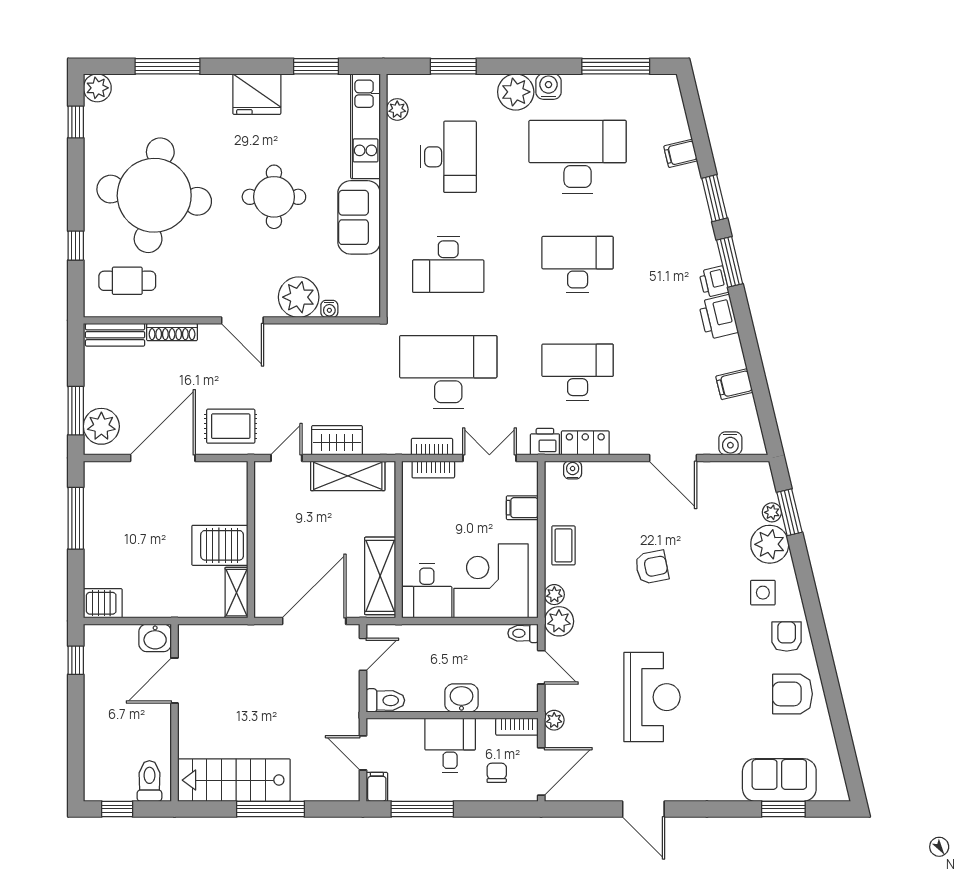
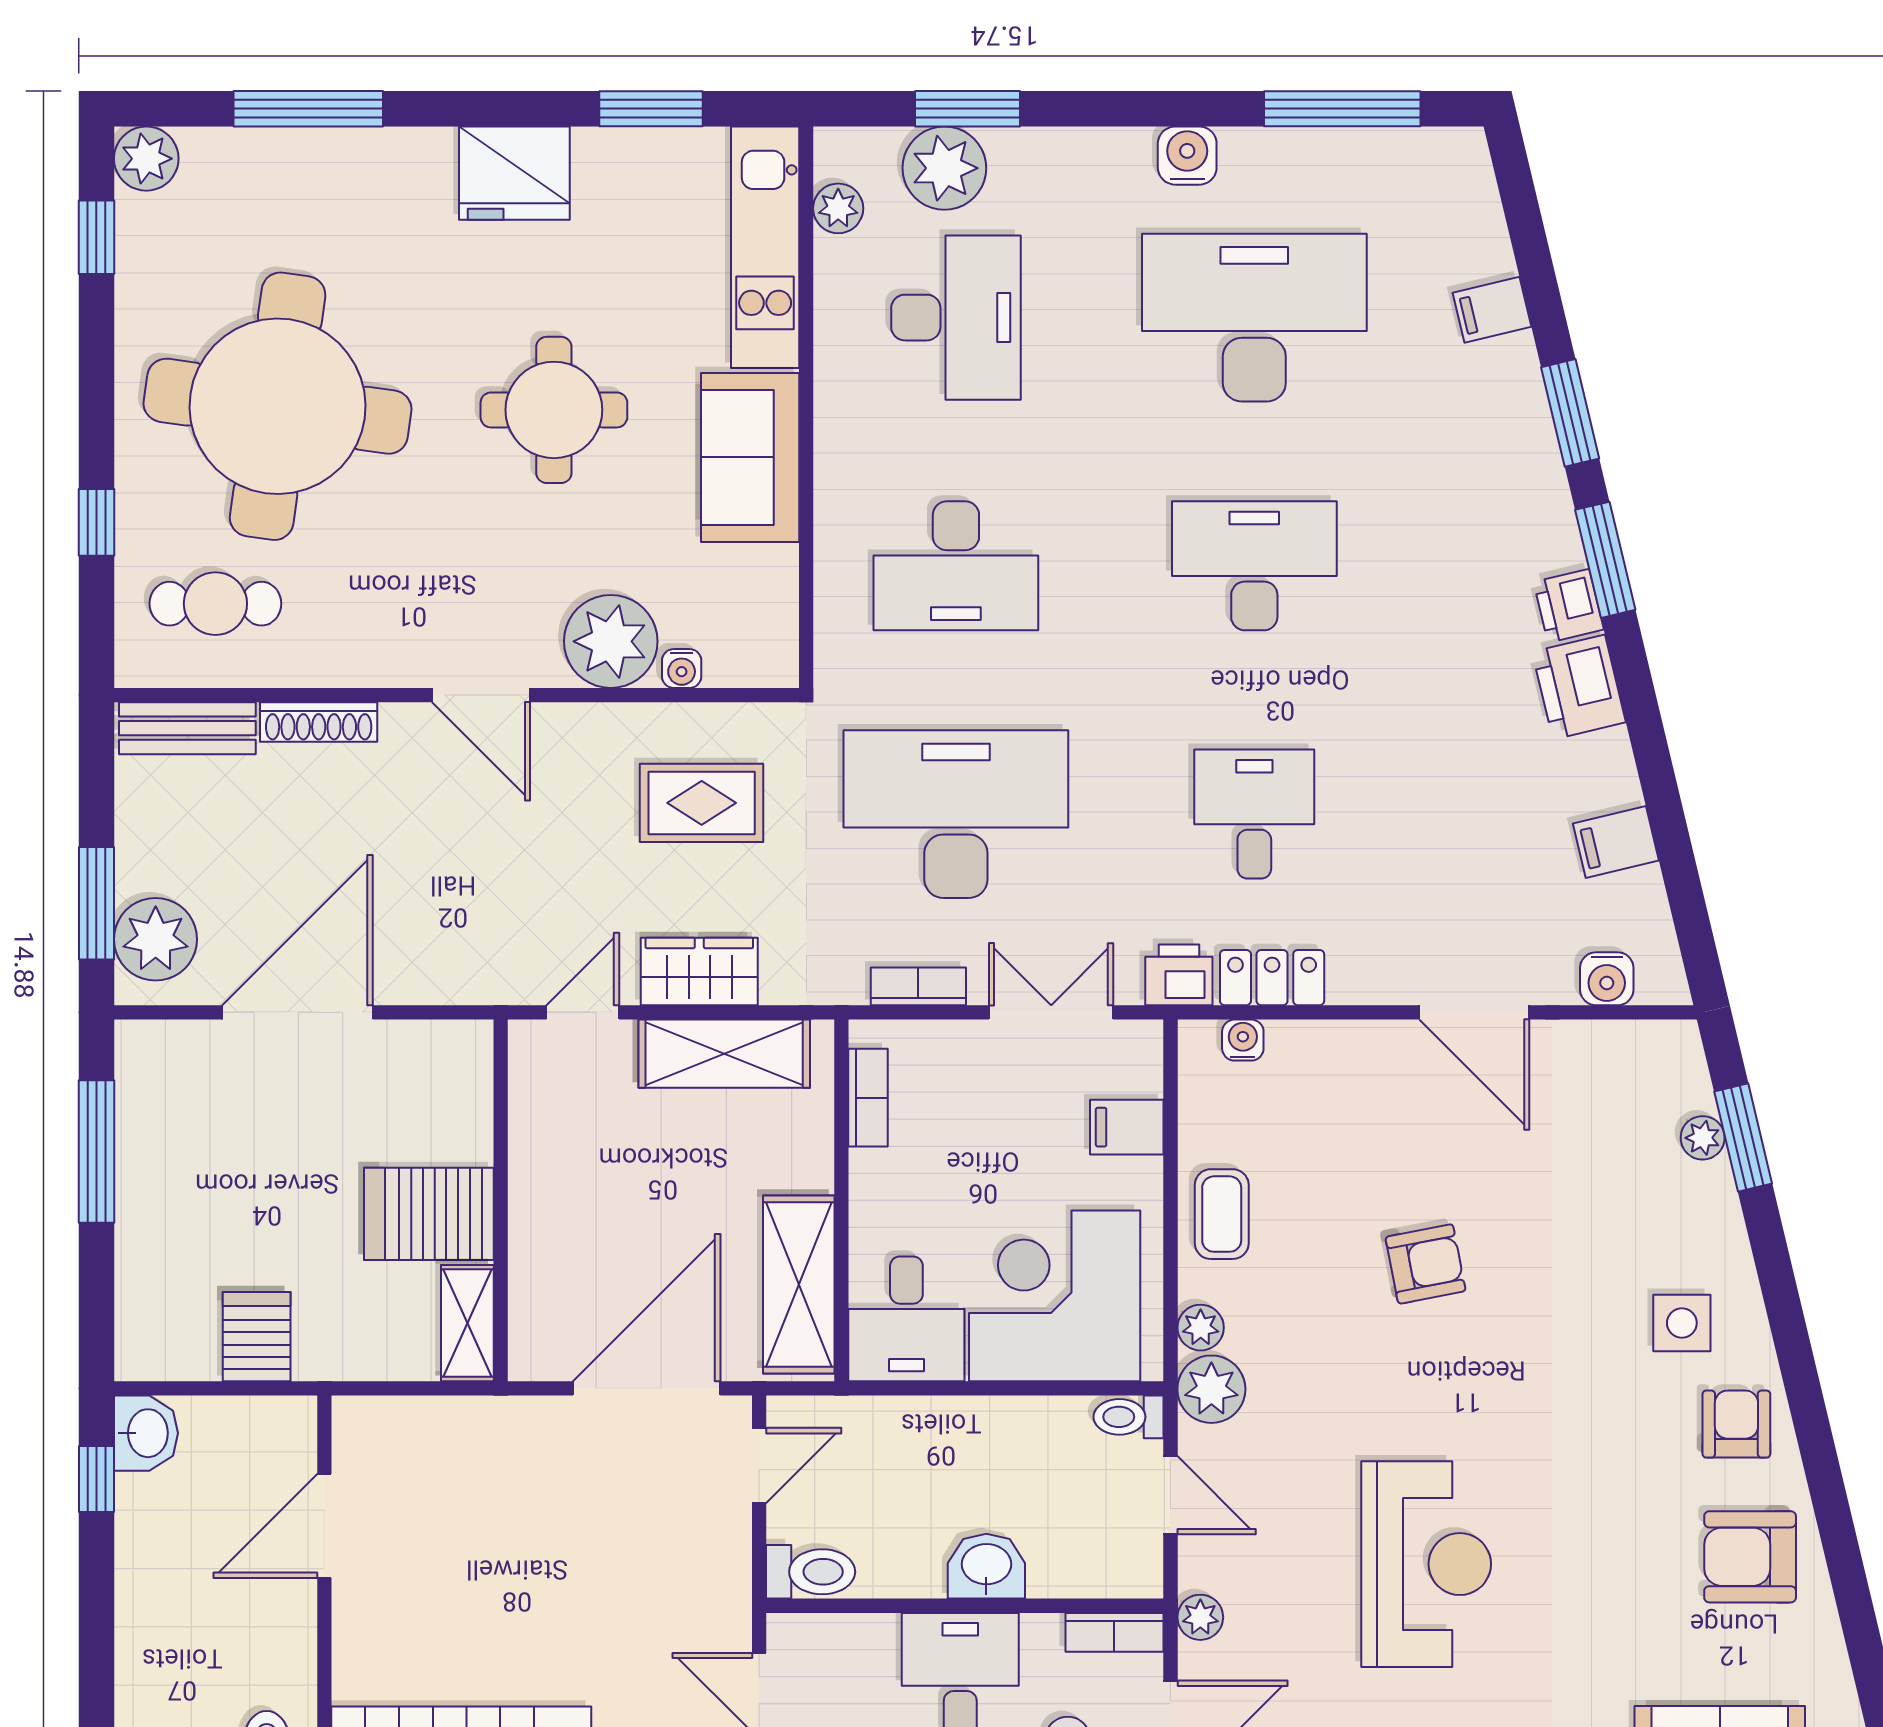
plant: (516, 92) -> (944, 168), moved
desk: (578, 372) -> (1254, 814), width x0.73
rug: (231, 426) -> (702, 803), moved
bookcase: (433, 469) -> (868, 1098), moved, turned -90
plant: (770, 544) -> (1698, 1211), removed
server rack: (103, 603) -> (257, 1337), moved, turned -90
washbasin: (155, 638) -> (146, 1433), moved, turned -90

